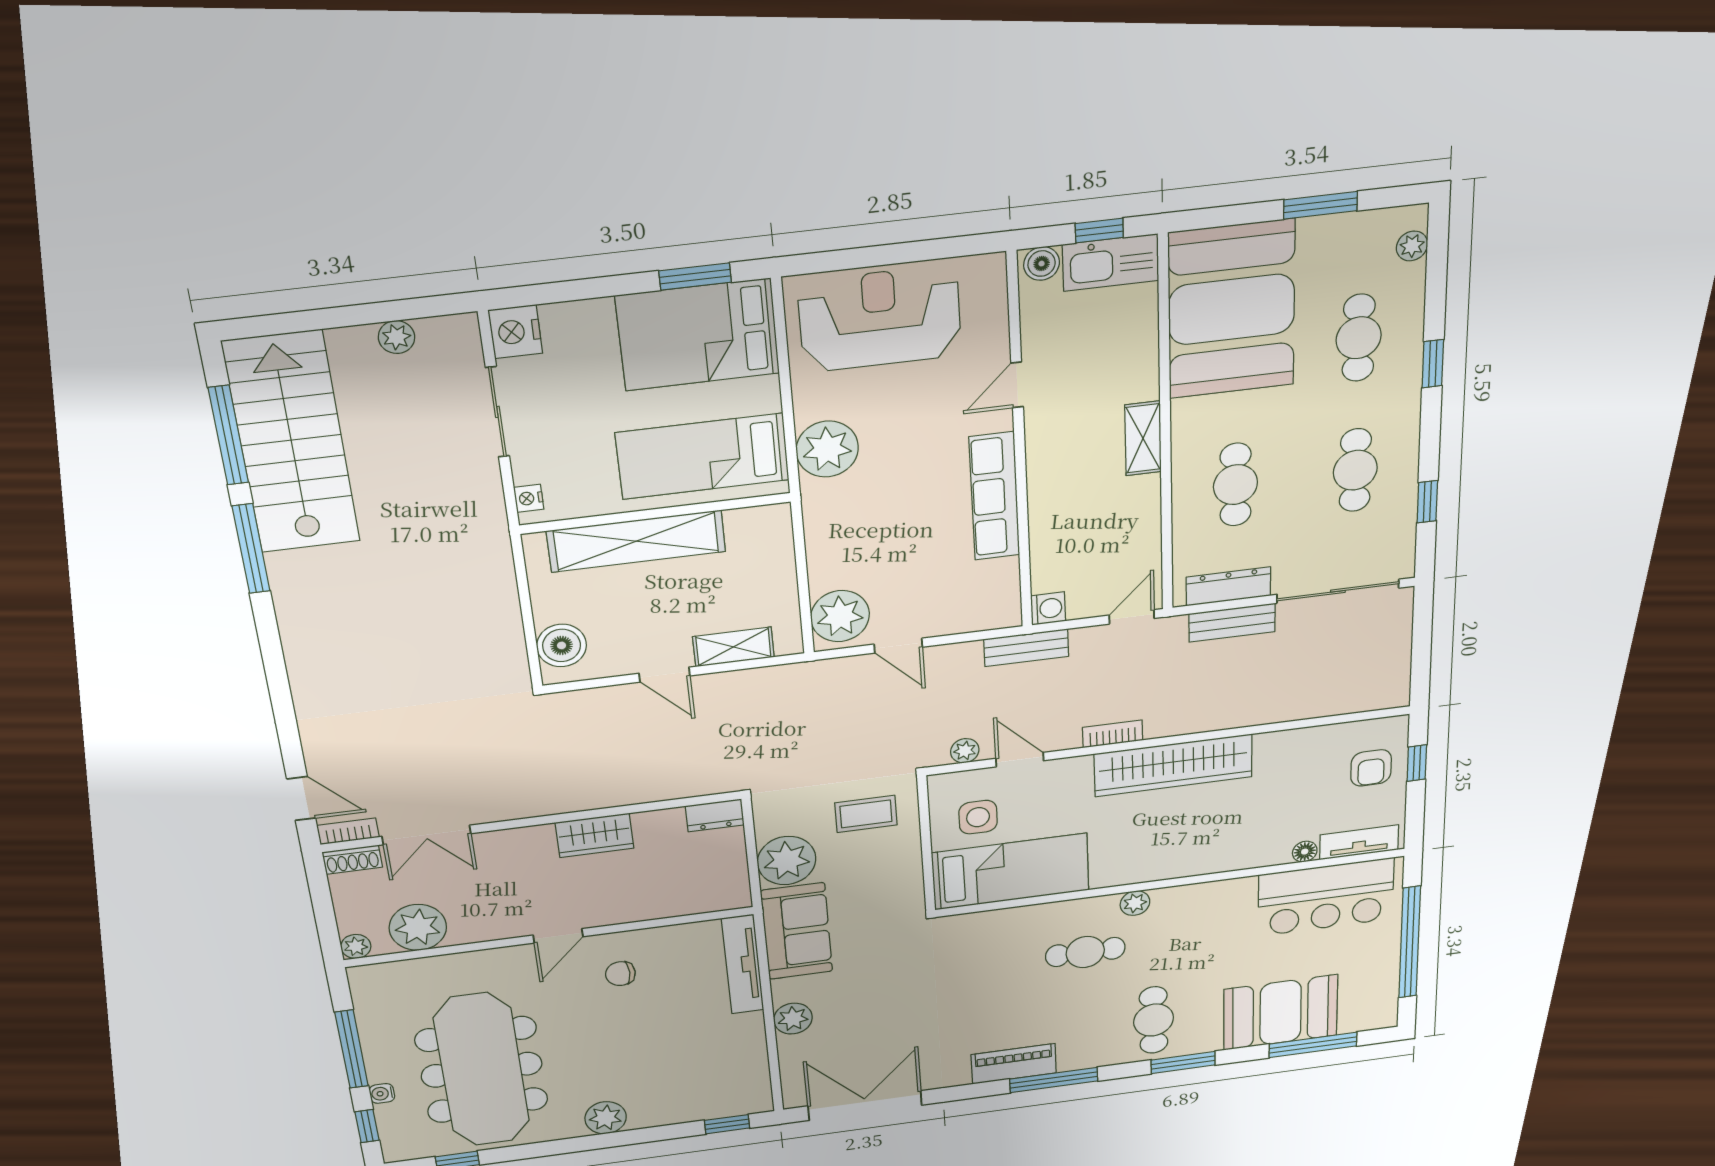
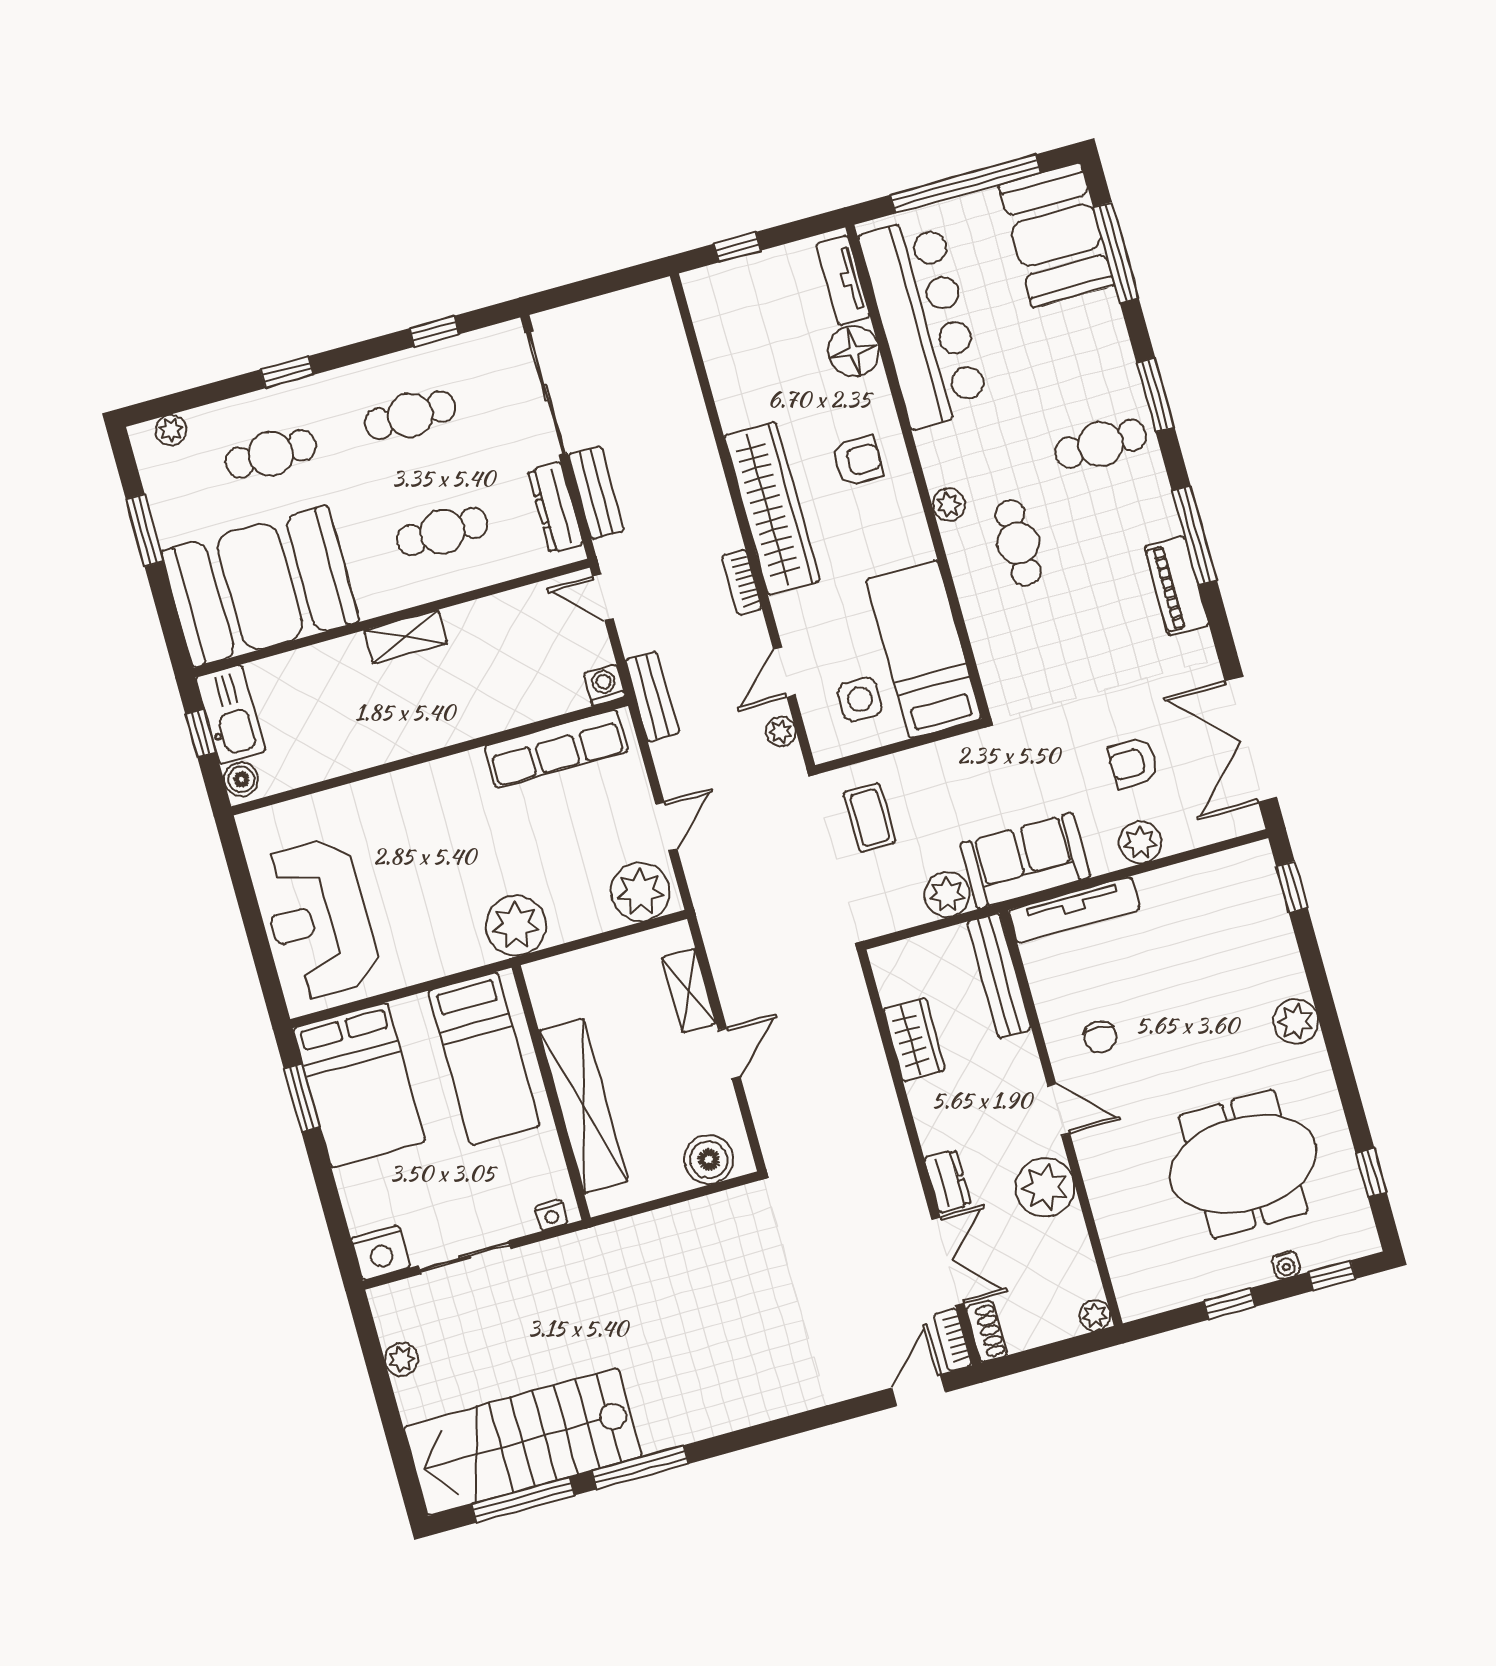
door: (1017, 385) -> (367, 773), removed
plant: (827, 449) -> (516, 926), moved
row of seats: (994, 496) -> (556, 749), moved
armchair: (1371, 768) -> (858, 461), moved
dresser: (715, 815) -> (947, 1181), moved
wardrobe: (595, 835) -> (914, 1039), moved
floor lamp: (1305, 852) -> (854, 351), width x1.89, depth x1.89
plant: (787, 861) -> (947, 894), width x0.73, depth x0.73
bar counter: (1326, 897) -> (924, 322), width x1.36
bench: (694, 901) -> (999, 976), added
plant: (418, 927) -> (1045, 1187), moved
booth: (1281, 1012) -> (1056, 235), moved
armchair: (866, 1020) -> (1133, 763), added
window: (352, 1049) -> (1229, 1304), width x0.46
meeting table: (482, 1070) -> (1243, 1164), width x0.73

